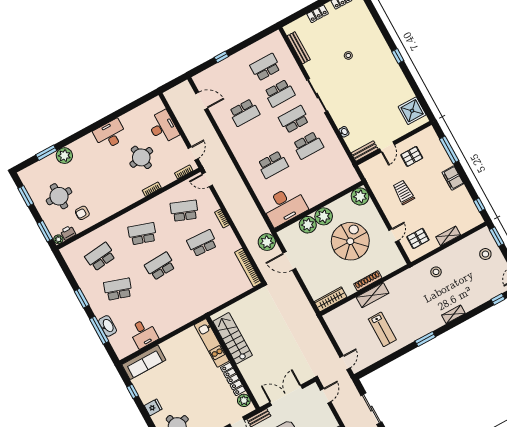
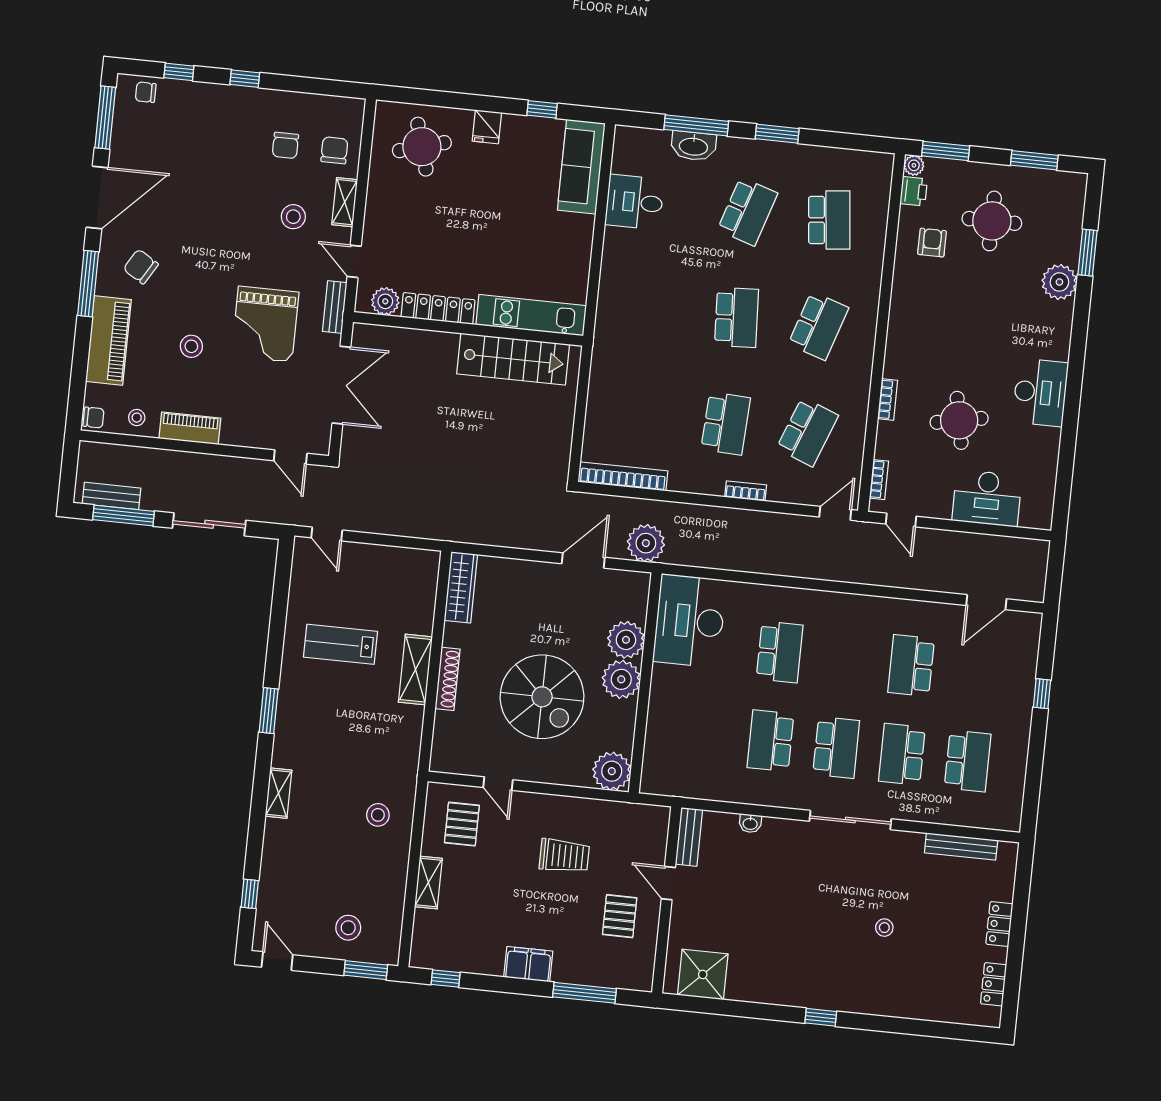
school desk: (273, 165) -> (780, 652), turned 180

